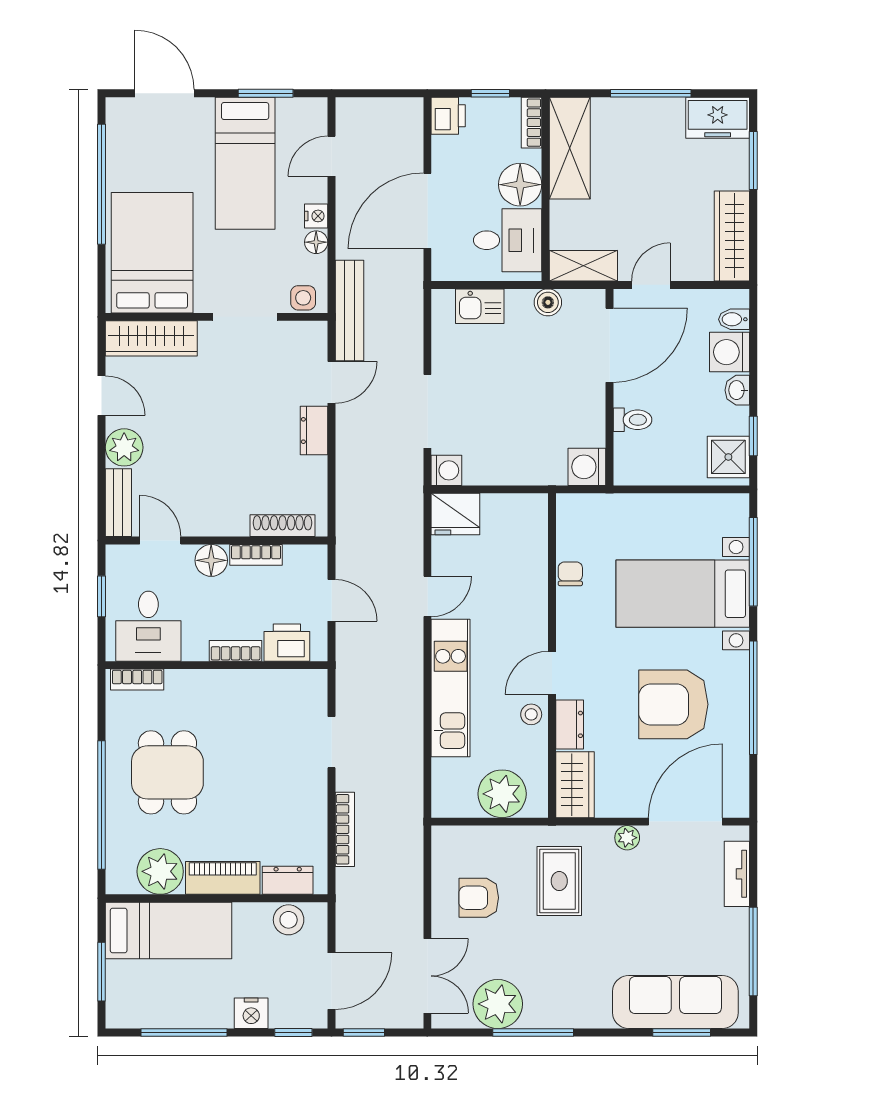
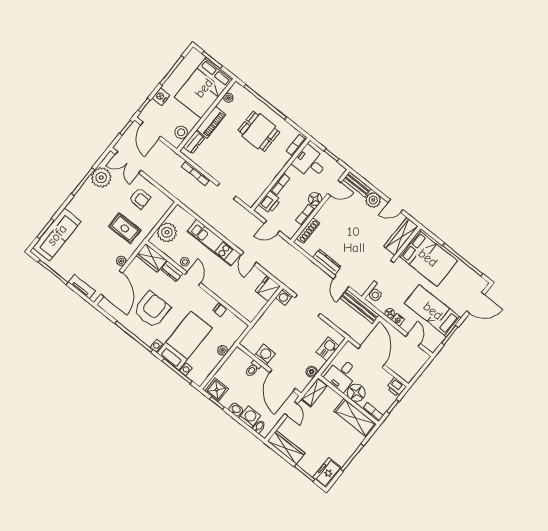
dresser: (314, 431) -> (327, 262), width x1.44
washing machine: (587, 467) -> (265, 355), moved
plant: (644, 506) -> (223, 350), added
plant: (160, 871) -> (228, 98), width x0.53, depth x0.53
armchair: (479, 898) -> (140, 198), turned 90
bed: (168, 931) -> (204, 88), width x1.50

